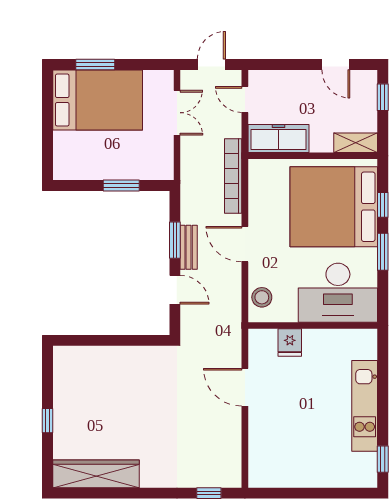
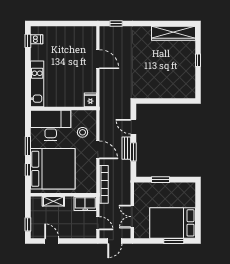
freezer: (278, 138) -> (85, 203), width x0.71
shelving: (356, 143) -> (53, 201), moved
stool: (262, 297) -> (83, 132), moved
fridge: (290, 342) -> (90, 100), moved
door: (245, 387) -> (98, 59), moved
kitchen unit: (365, 406) -> (37, 84), moved
dishwasher: (366, 462) -> (37, 39), added

